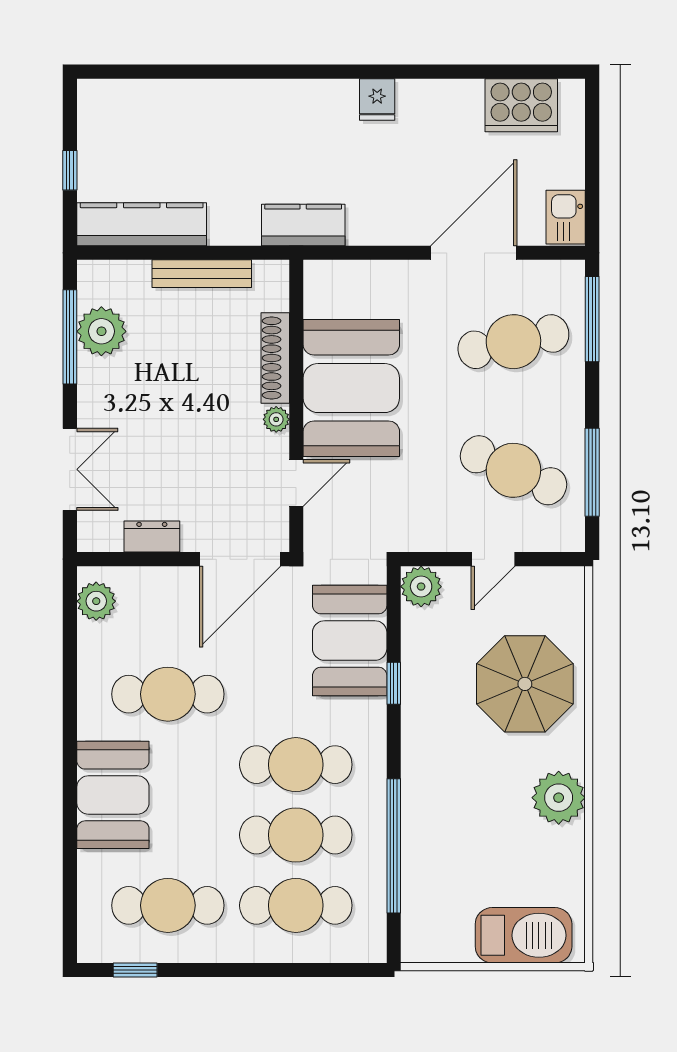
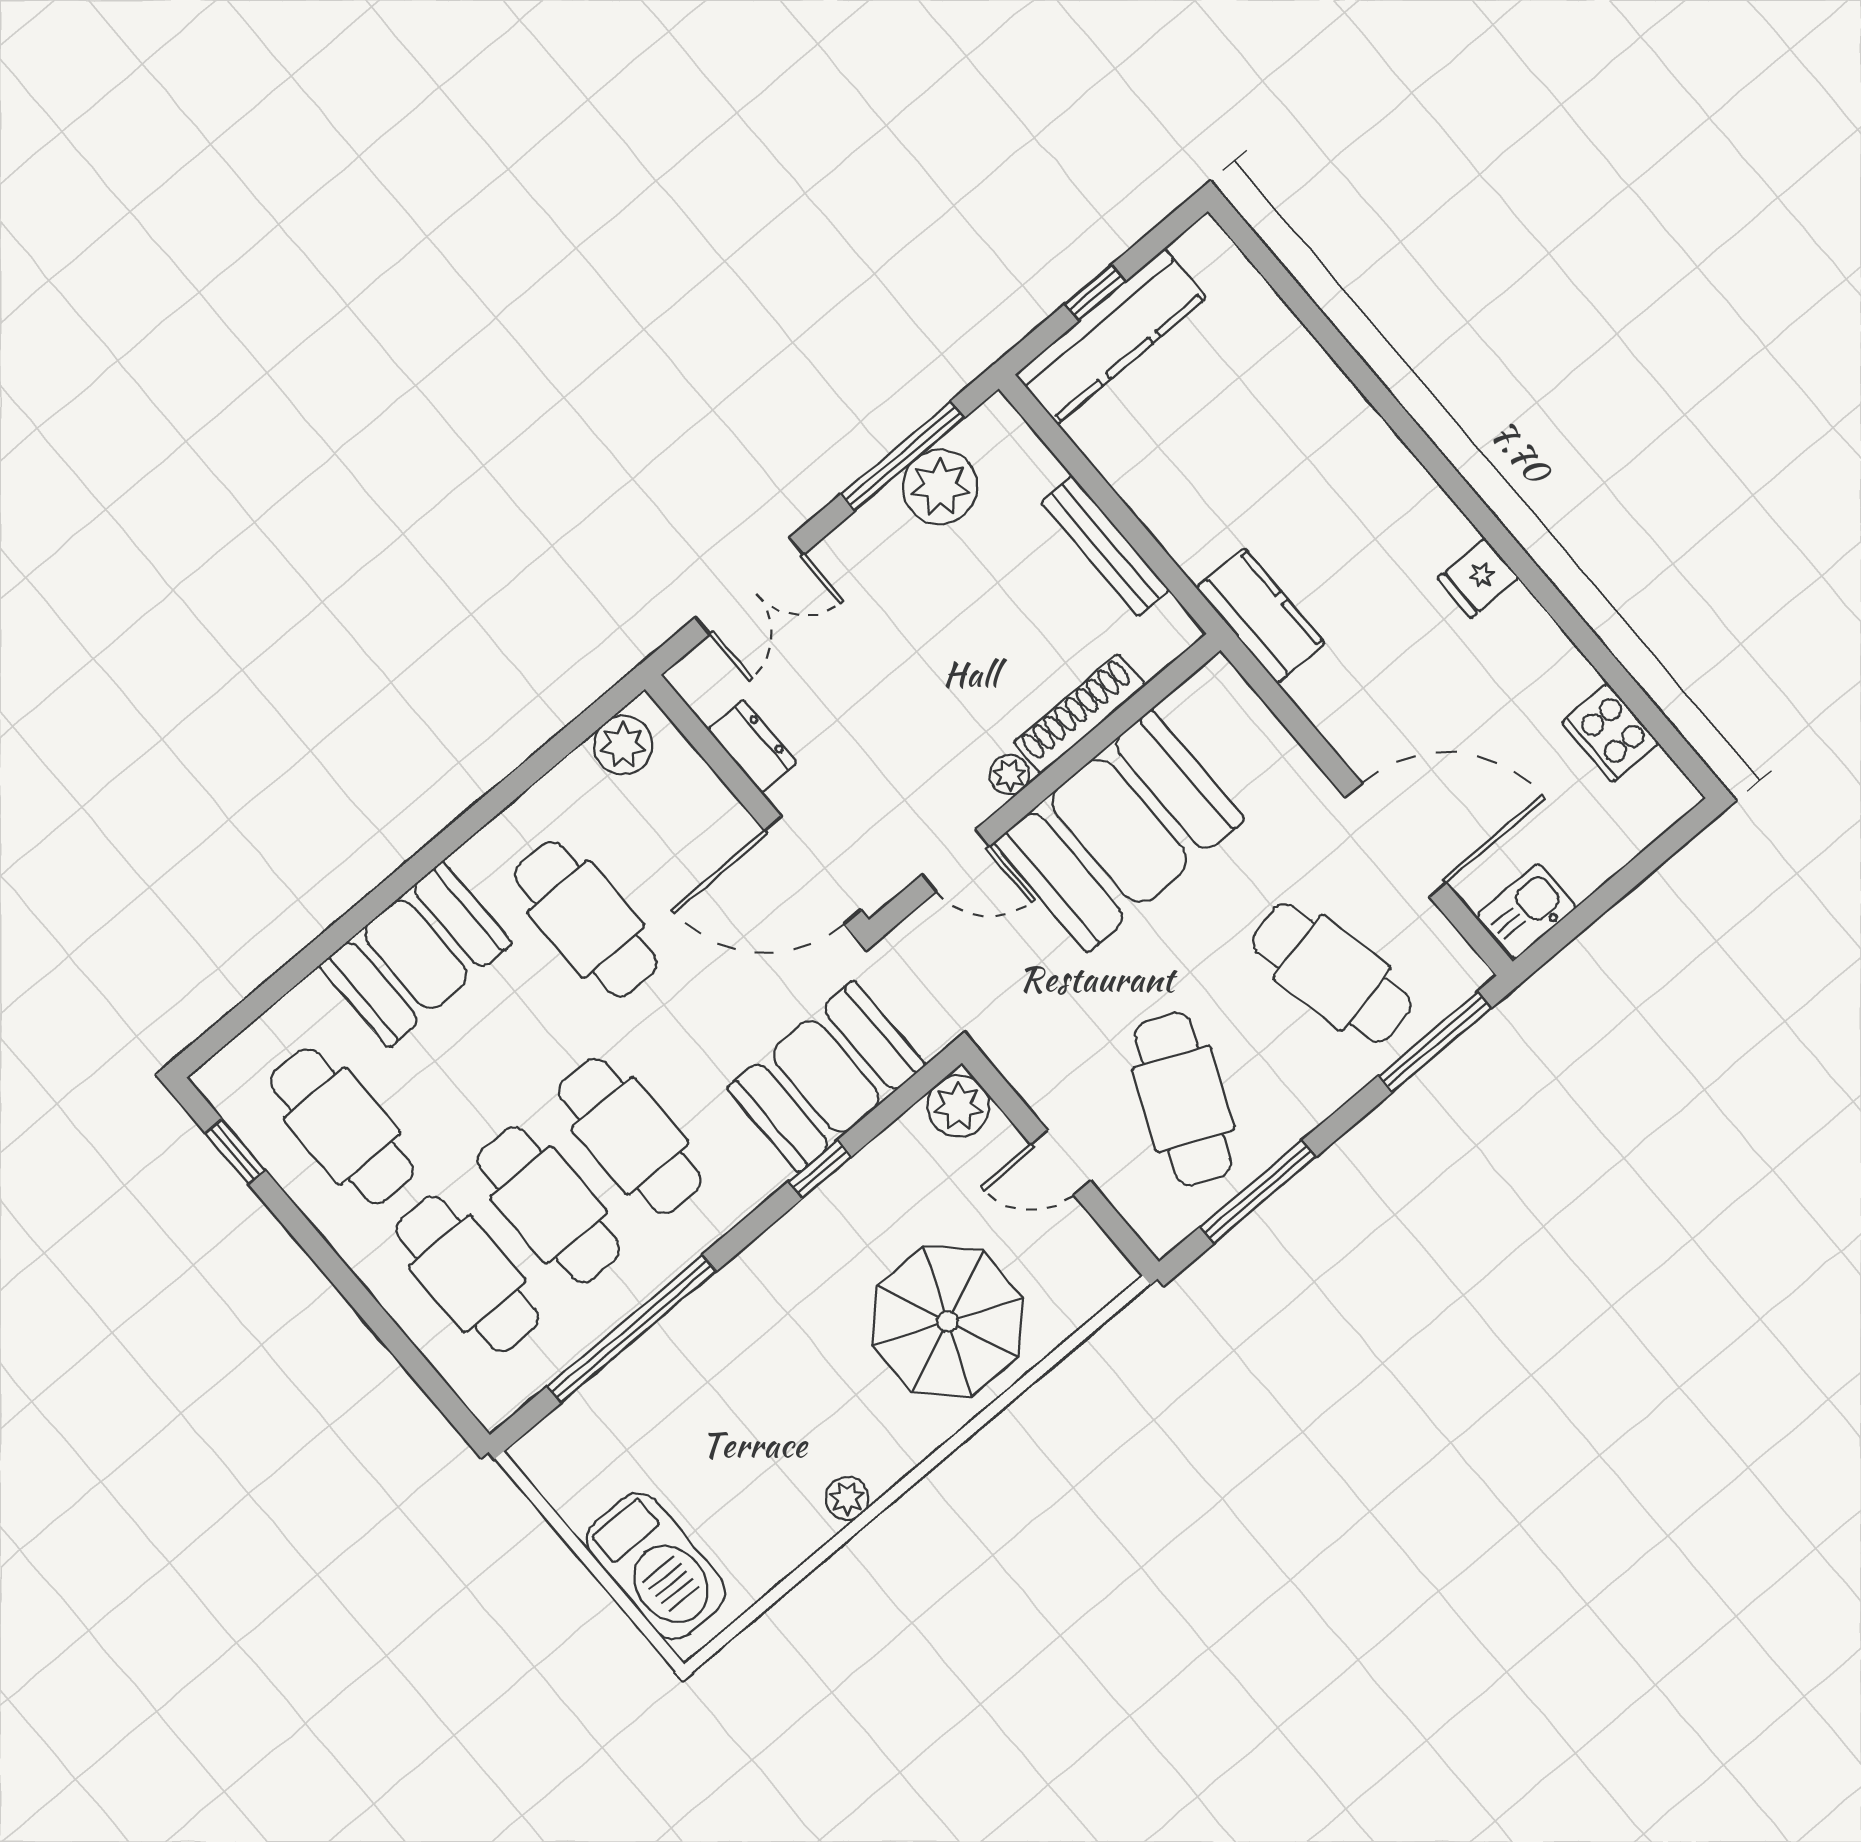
cooker: (521, 105) -> (1610, 733), width x0.73, depth x0.76
kitchen counter: (142, 224) -> (1111, 336), moved, turned 90
plant: (559, 798) -> (847, 1498), width x0.53, depth x0.53

